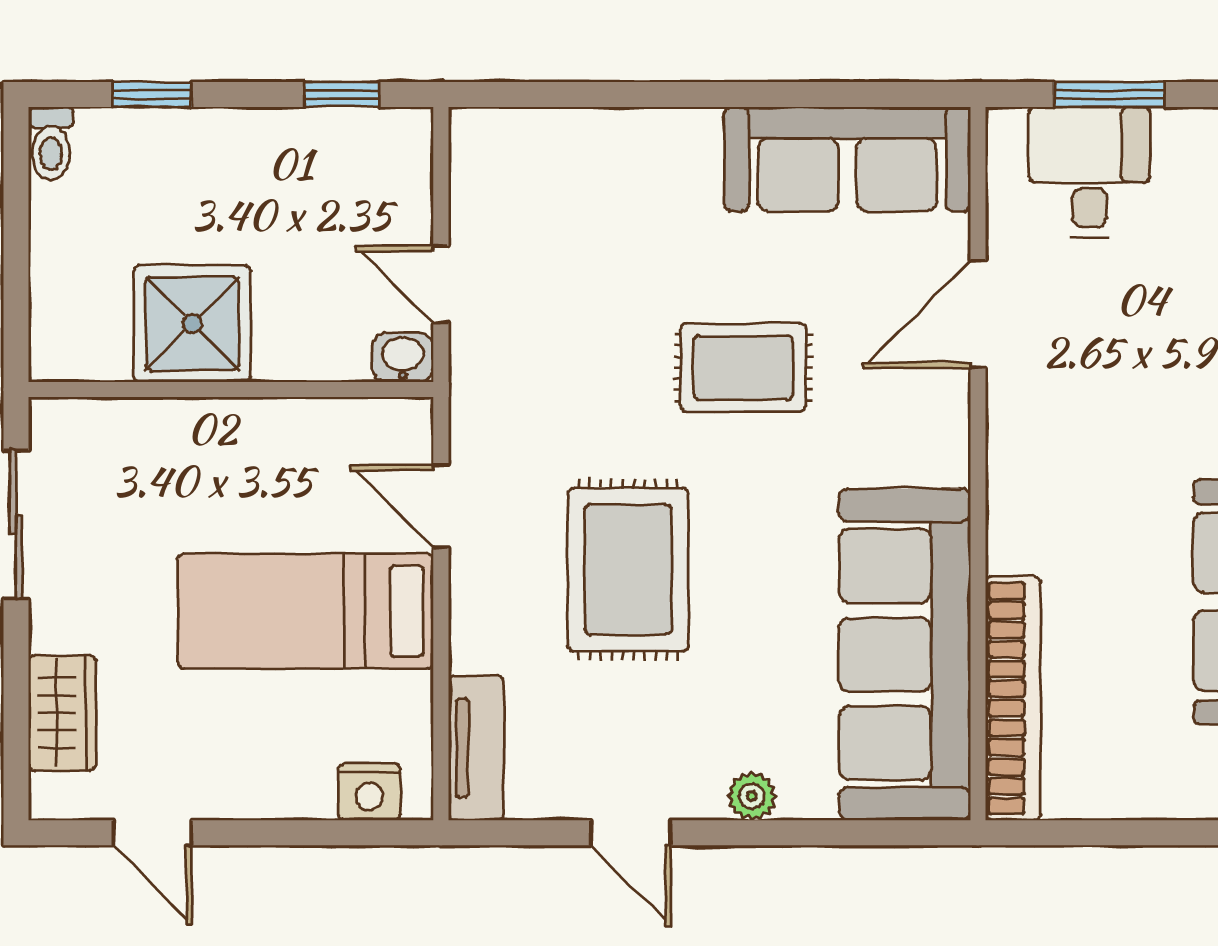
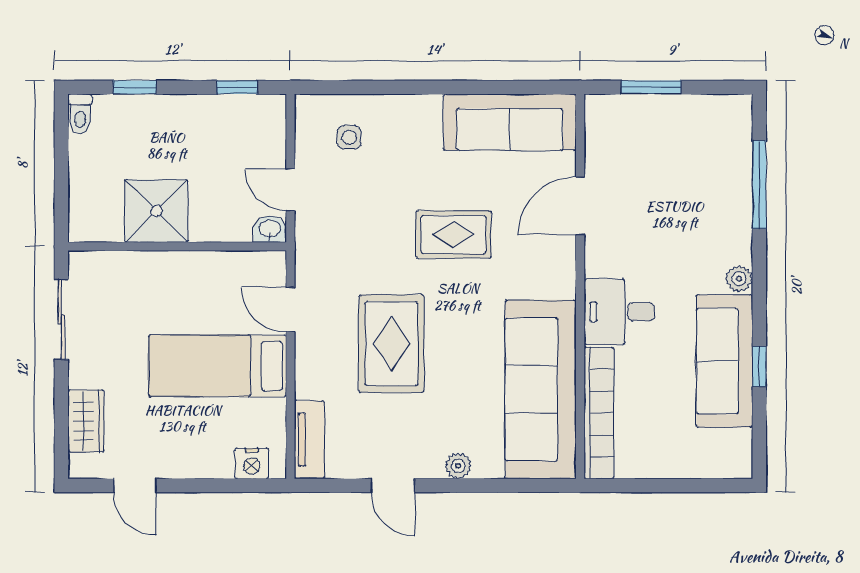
desk: (1089, 172) -> (619, 312), moved, turned -90
side table: (550, 187) -> (349, 137), added

